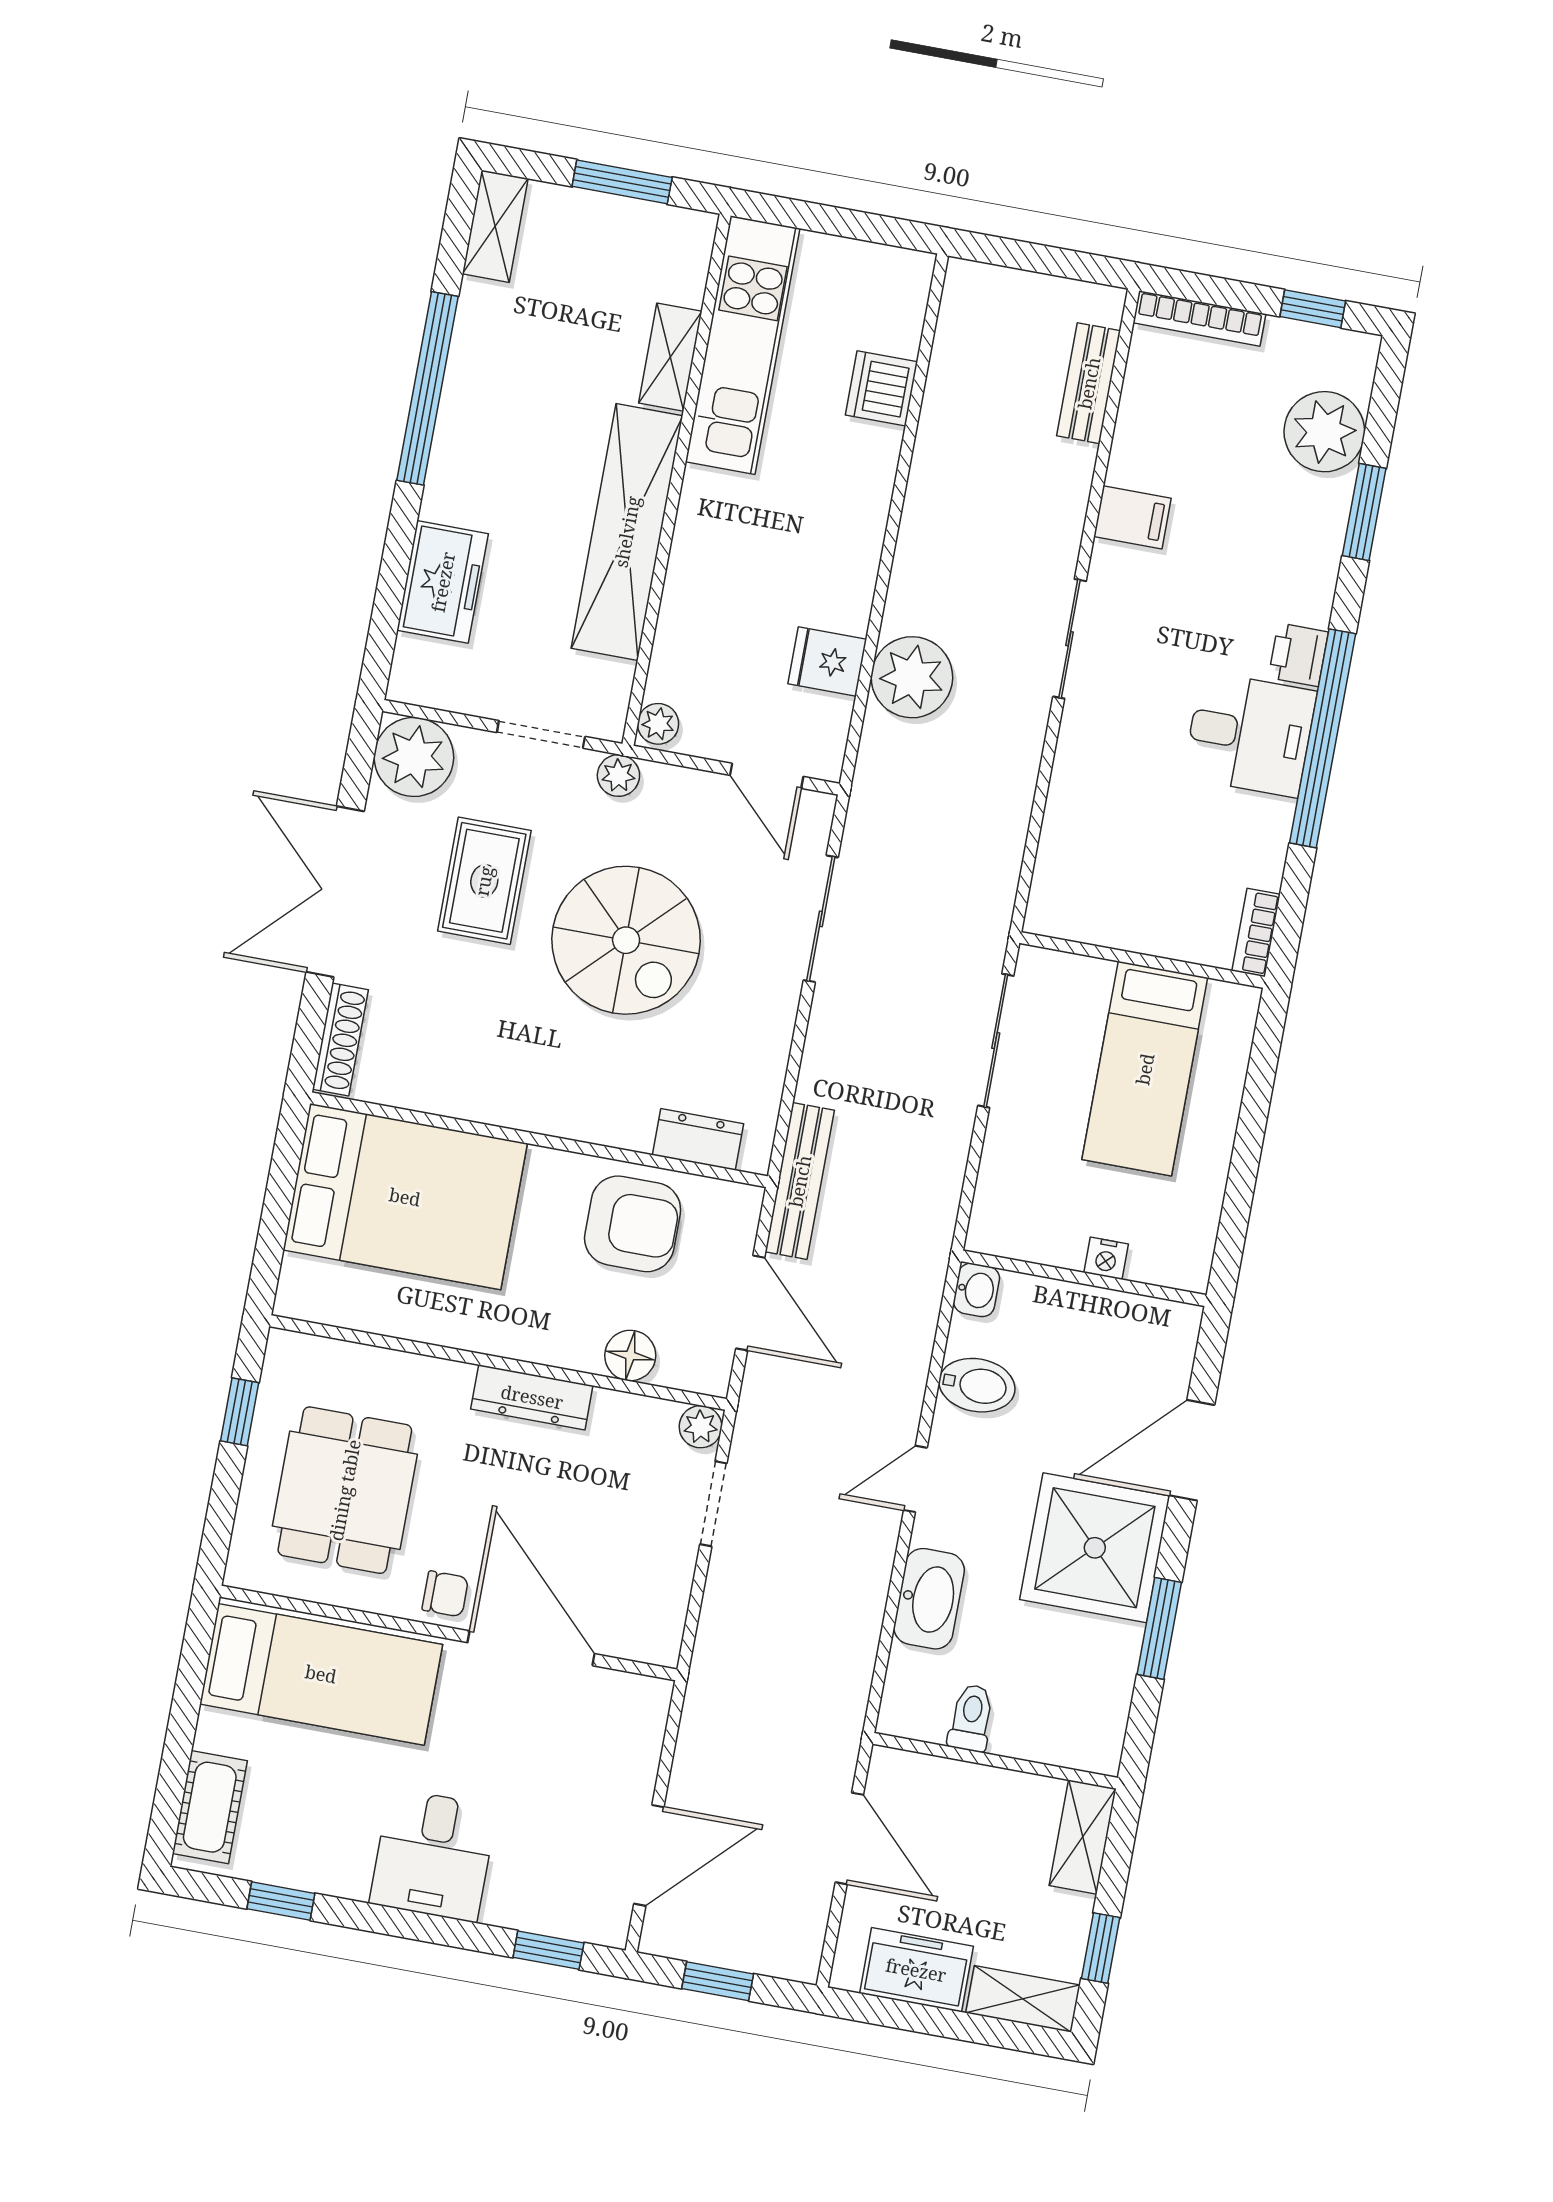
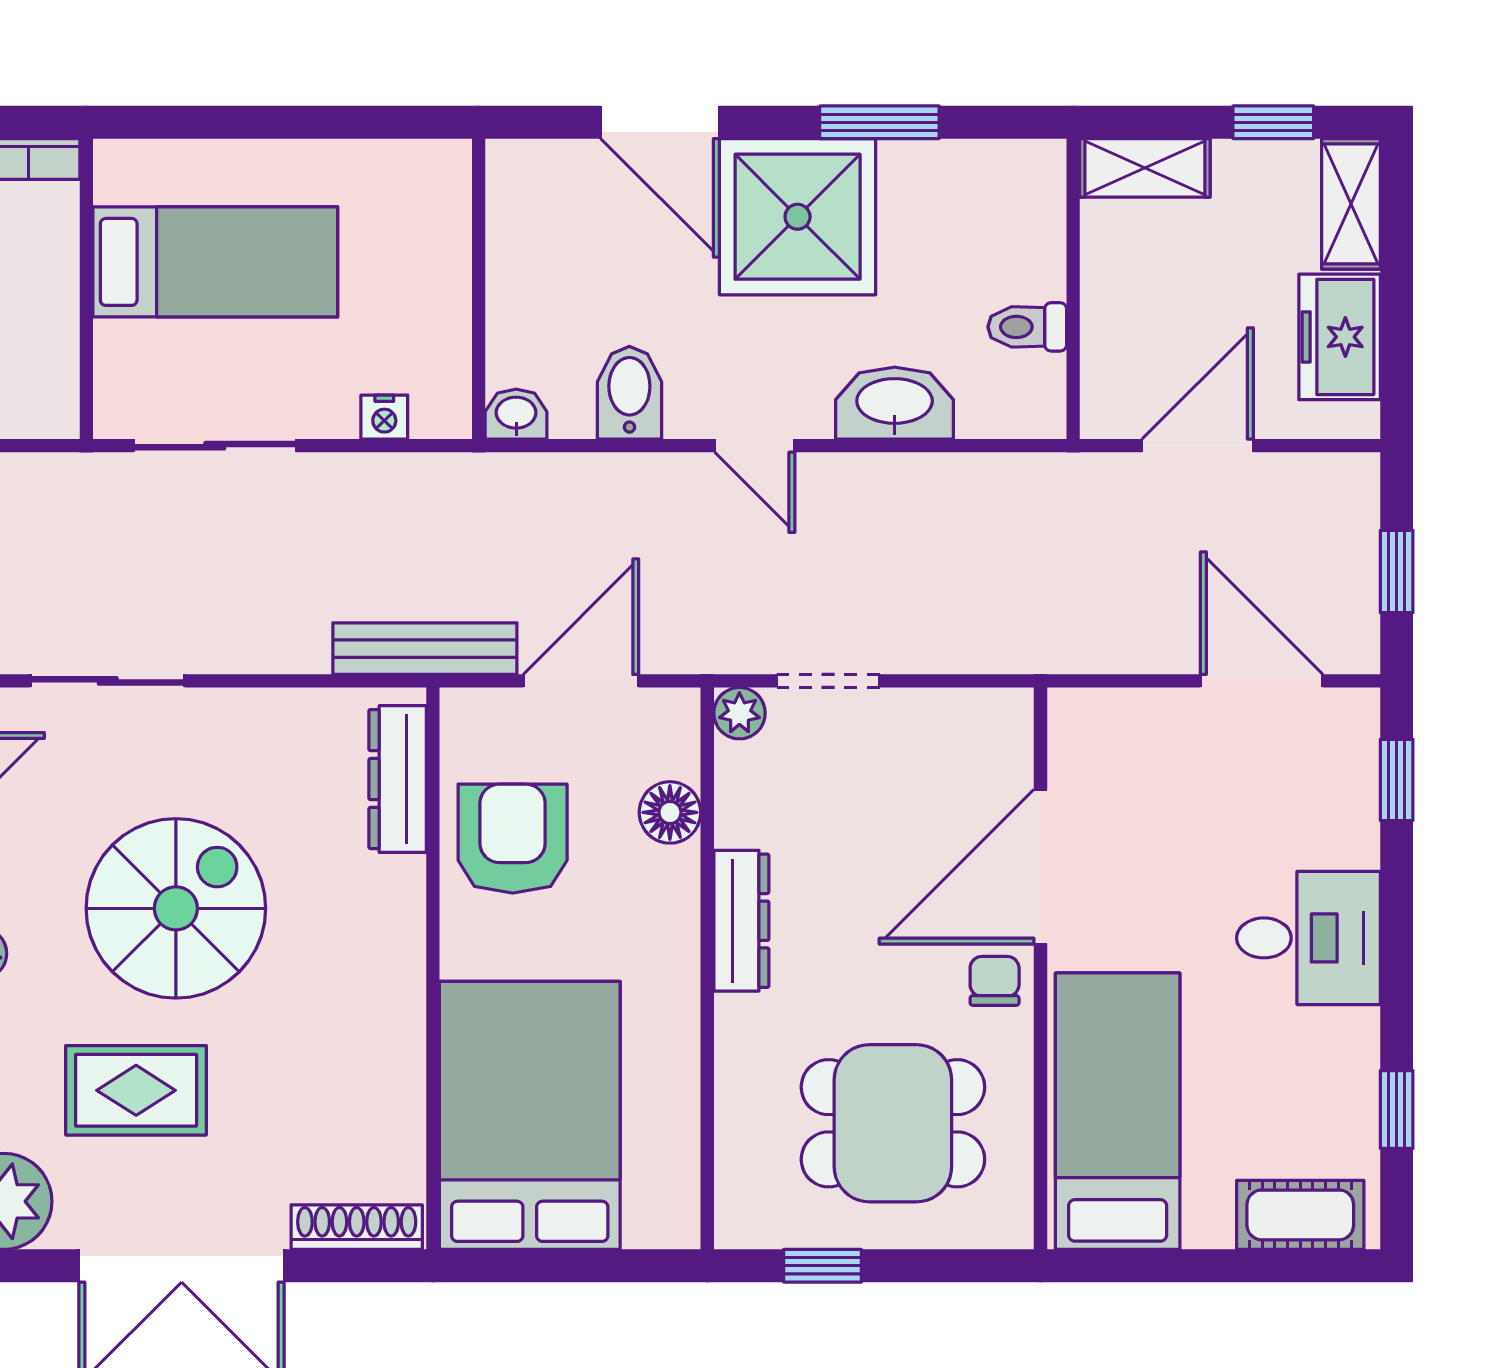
dresser: (698, 1139) -> (398, 779), width x1.44
nightstand: (1106, 1258) -> (384, 417), moved, turned 90

